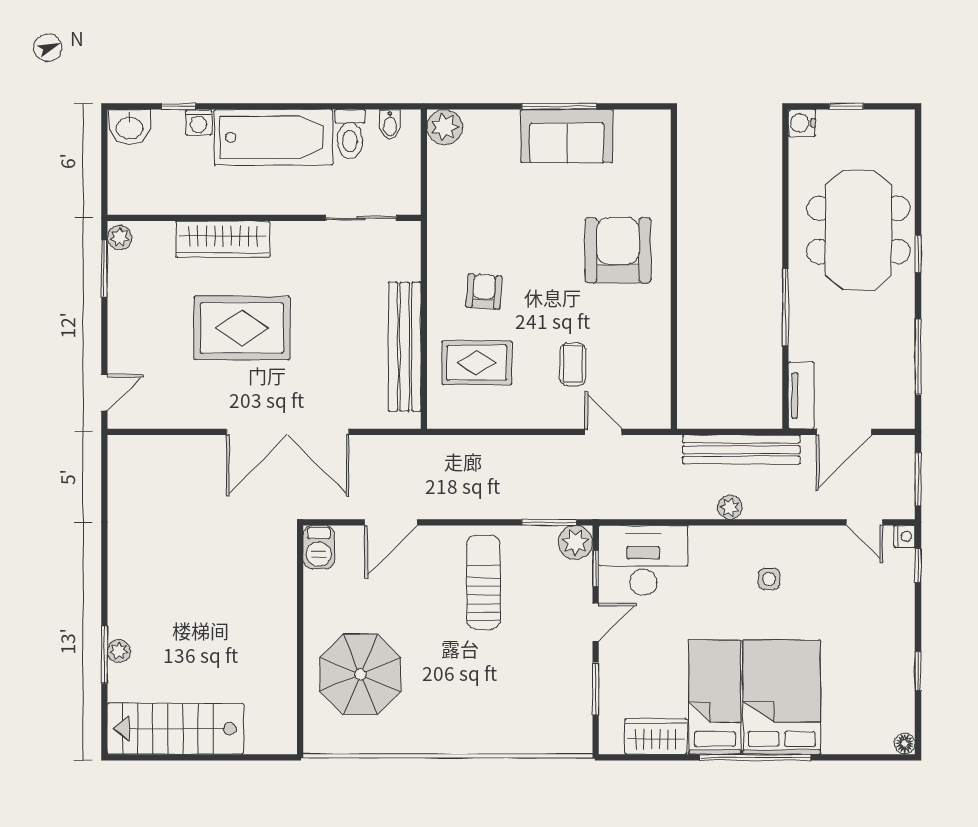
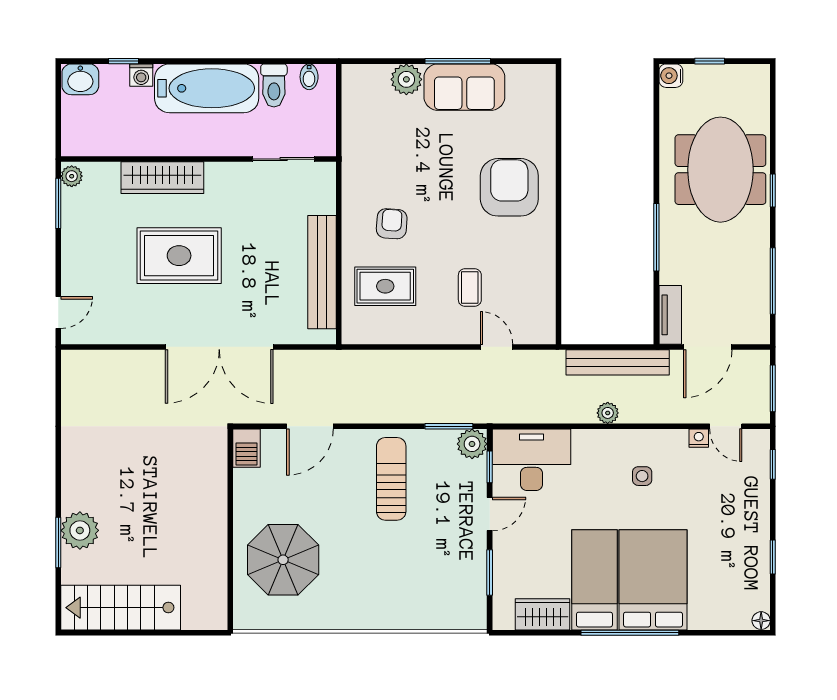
plant: (445, 127) -> (406, 79), moved
nightstand: (905, 536) -> (699, 438), moved, turned -90
plant: (119, 651) -> (80, 530), width x1.88, depth x1.88

